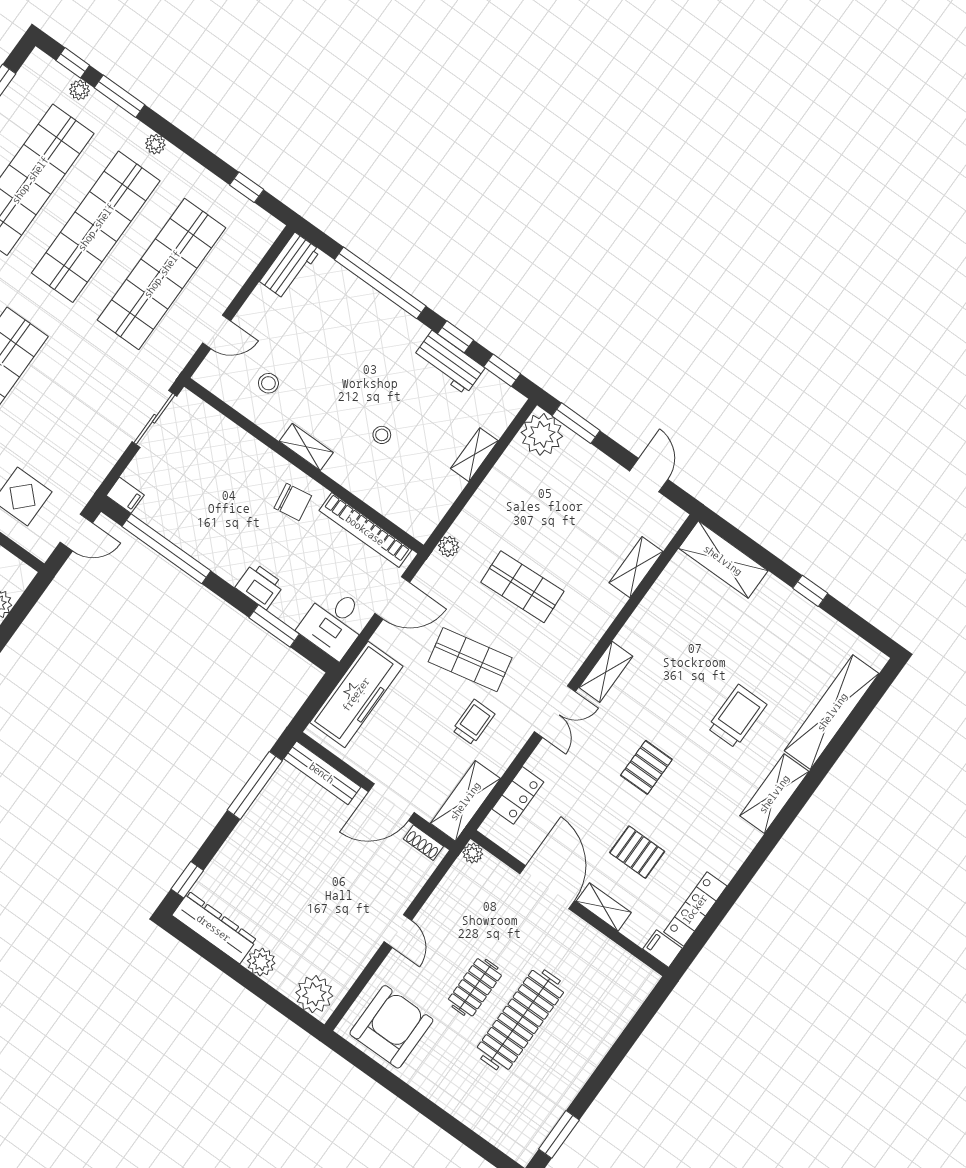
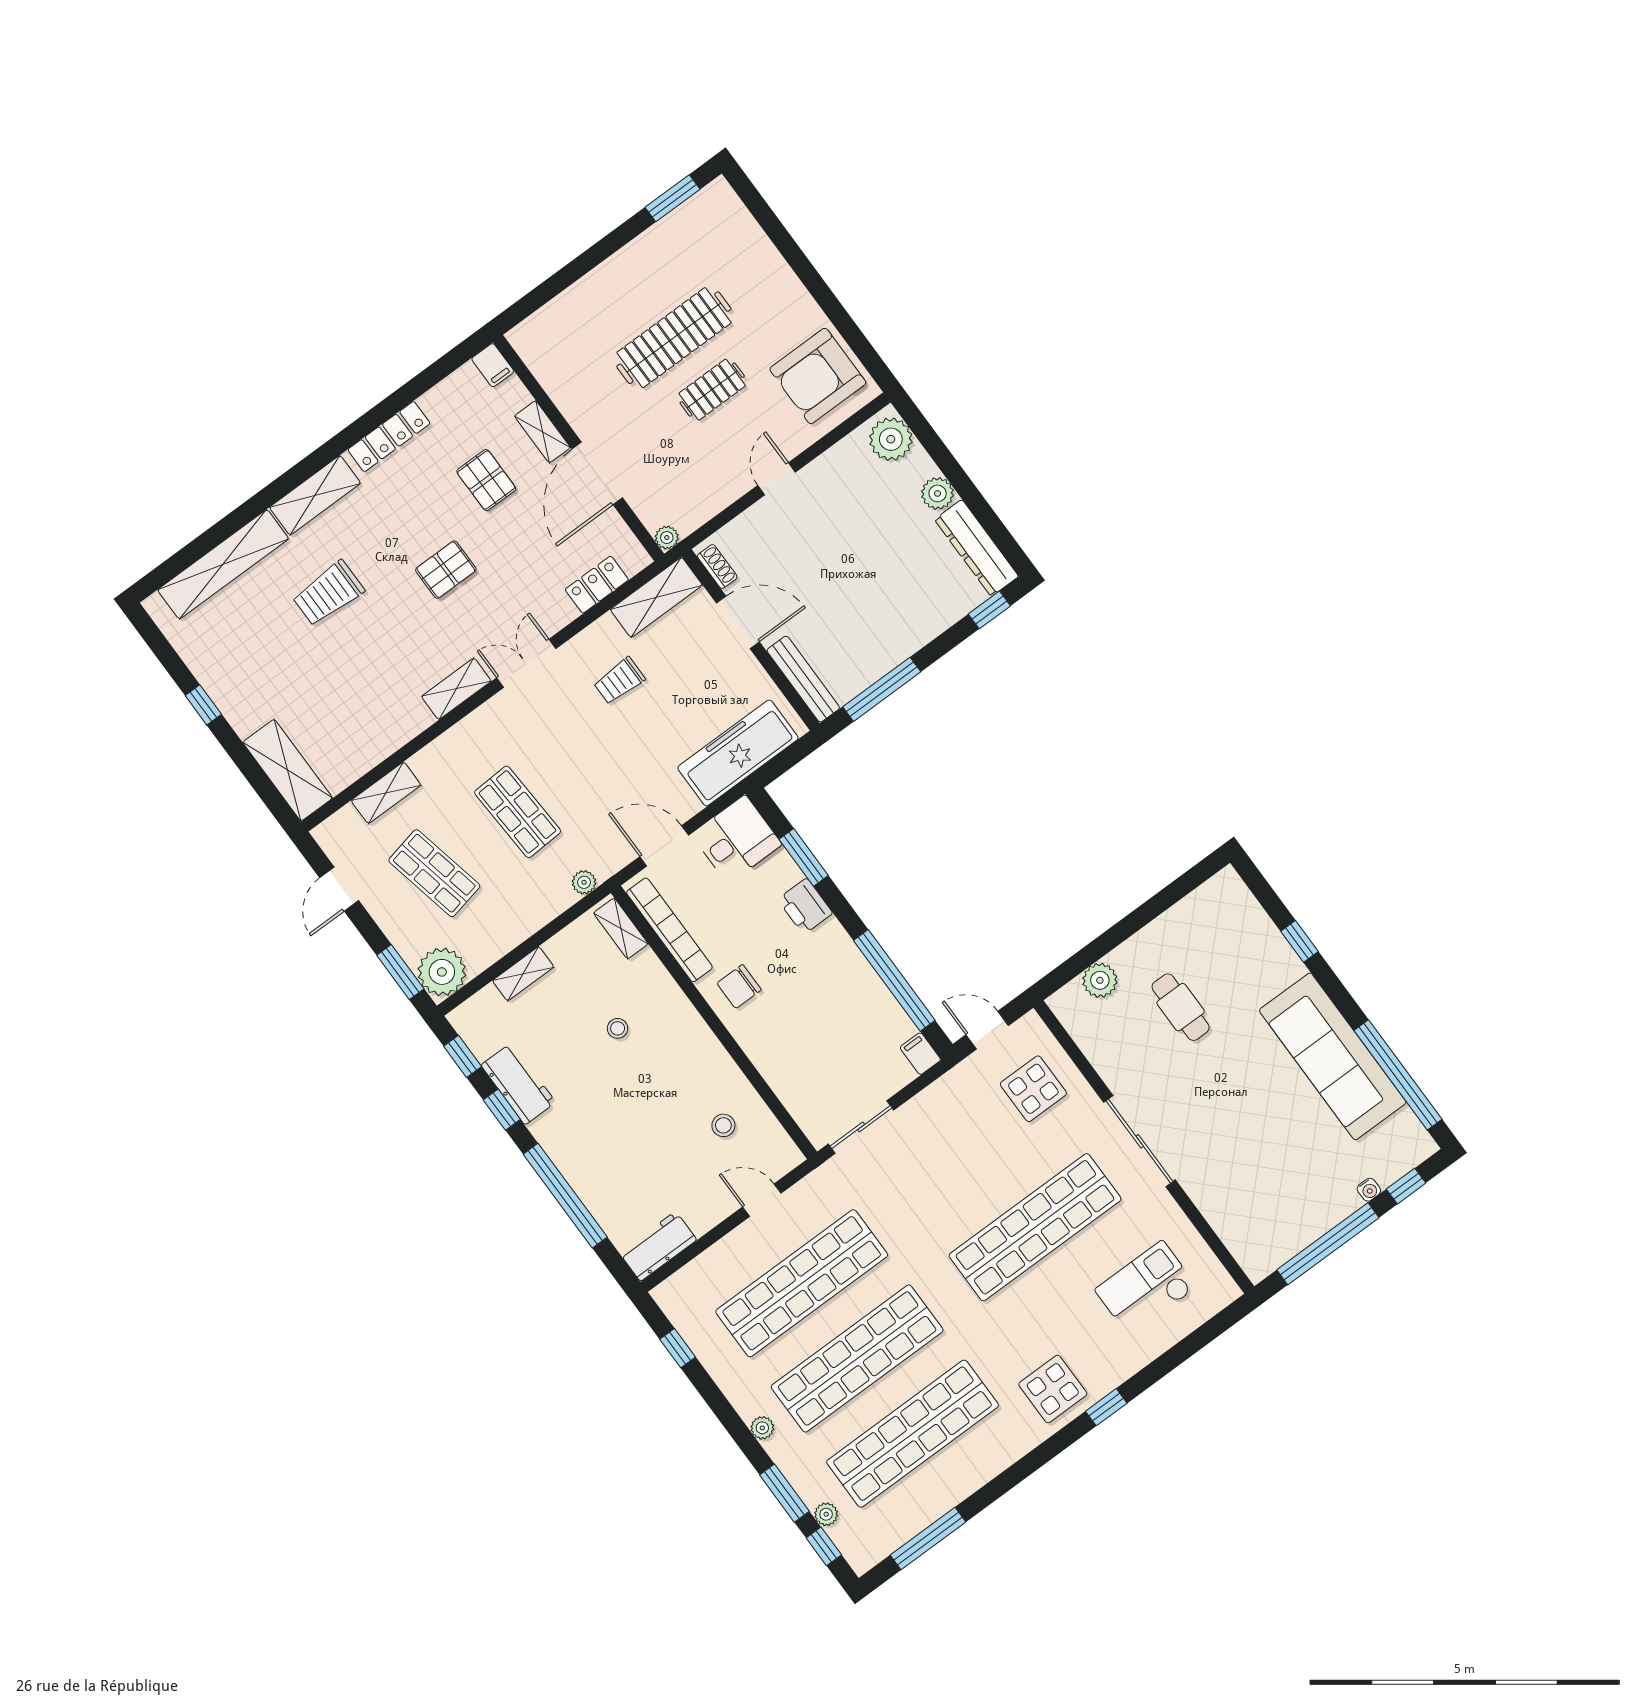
shelving: (306, 447) -> (621, 928), moved
chair: (293, 502) -> (739, 987), turned -81
shop shelf: (470, 660) -> (434, 873), moved
locker: (695, 909) -> (389, 437), moved

